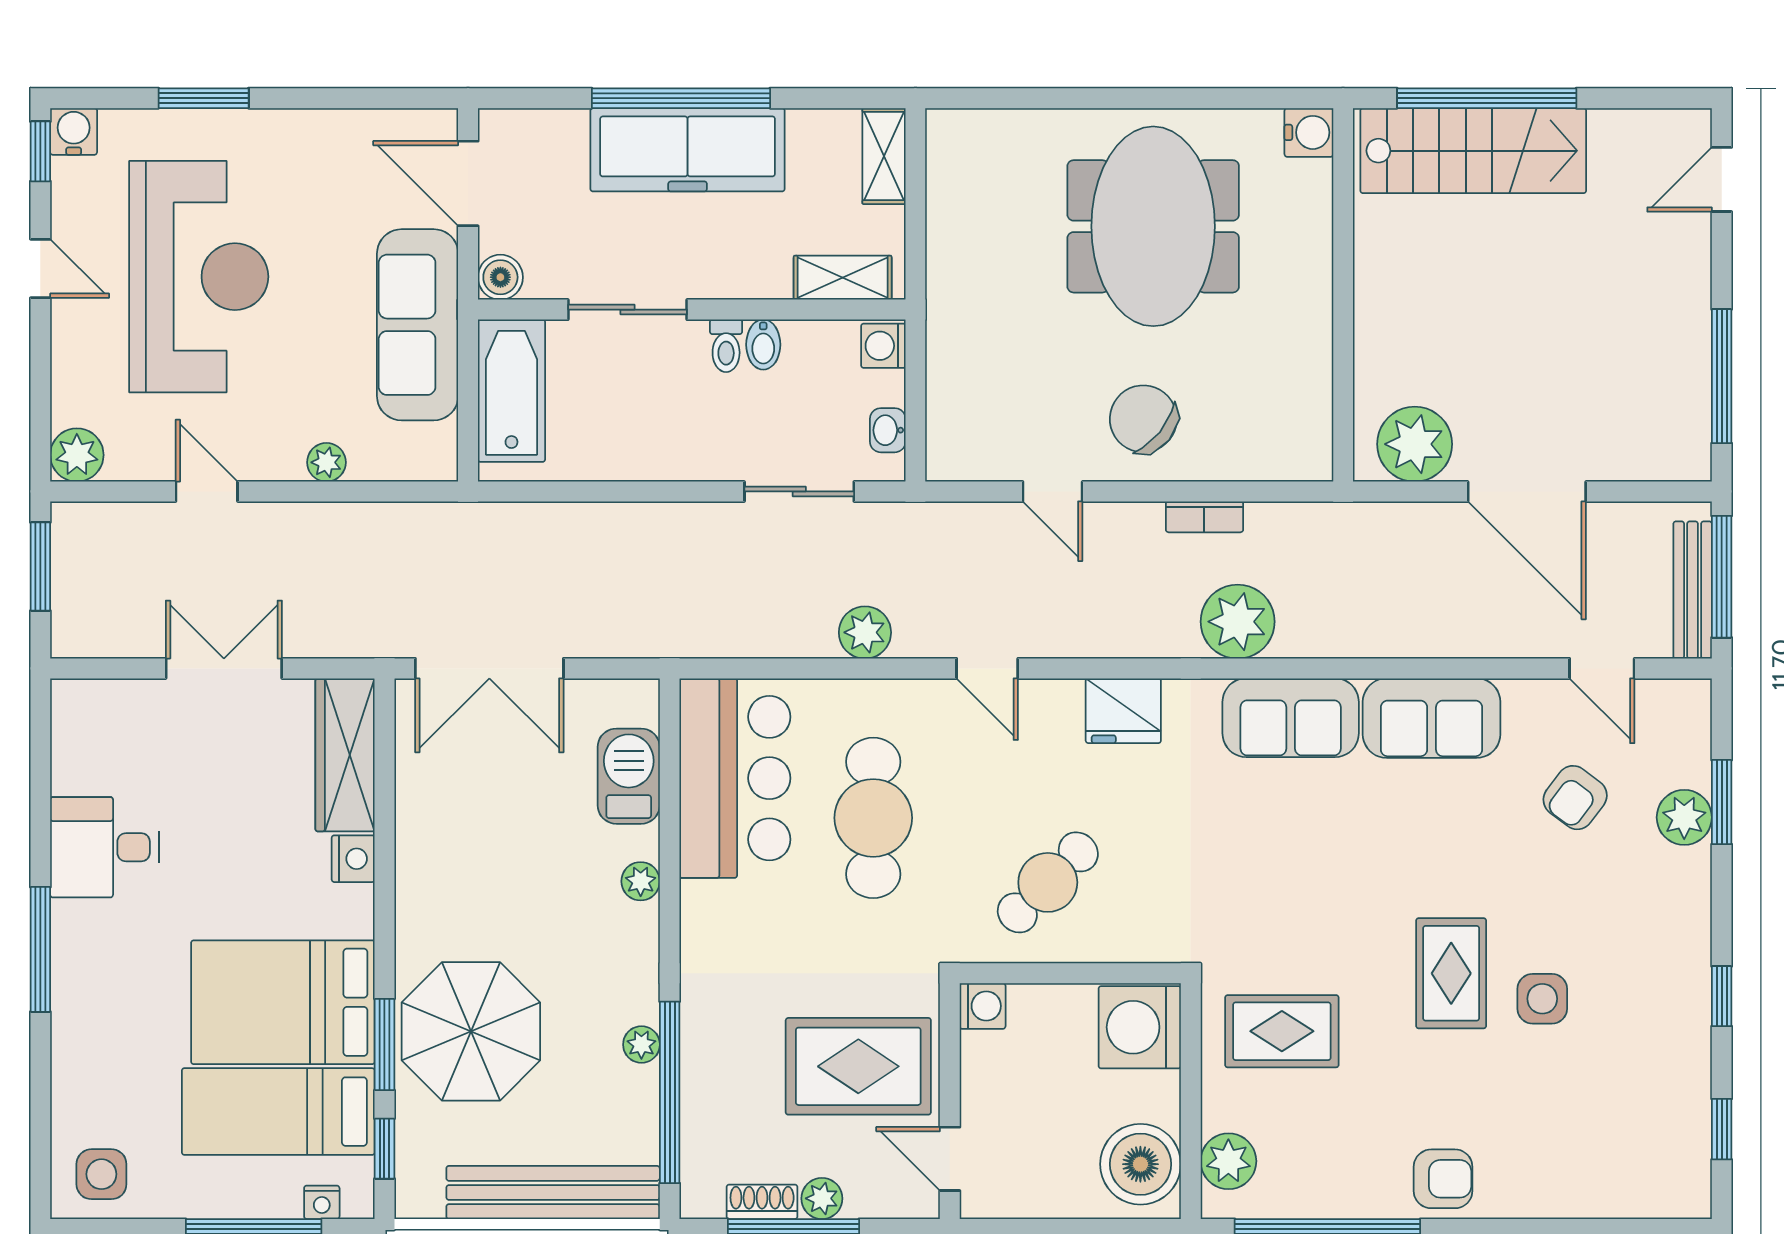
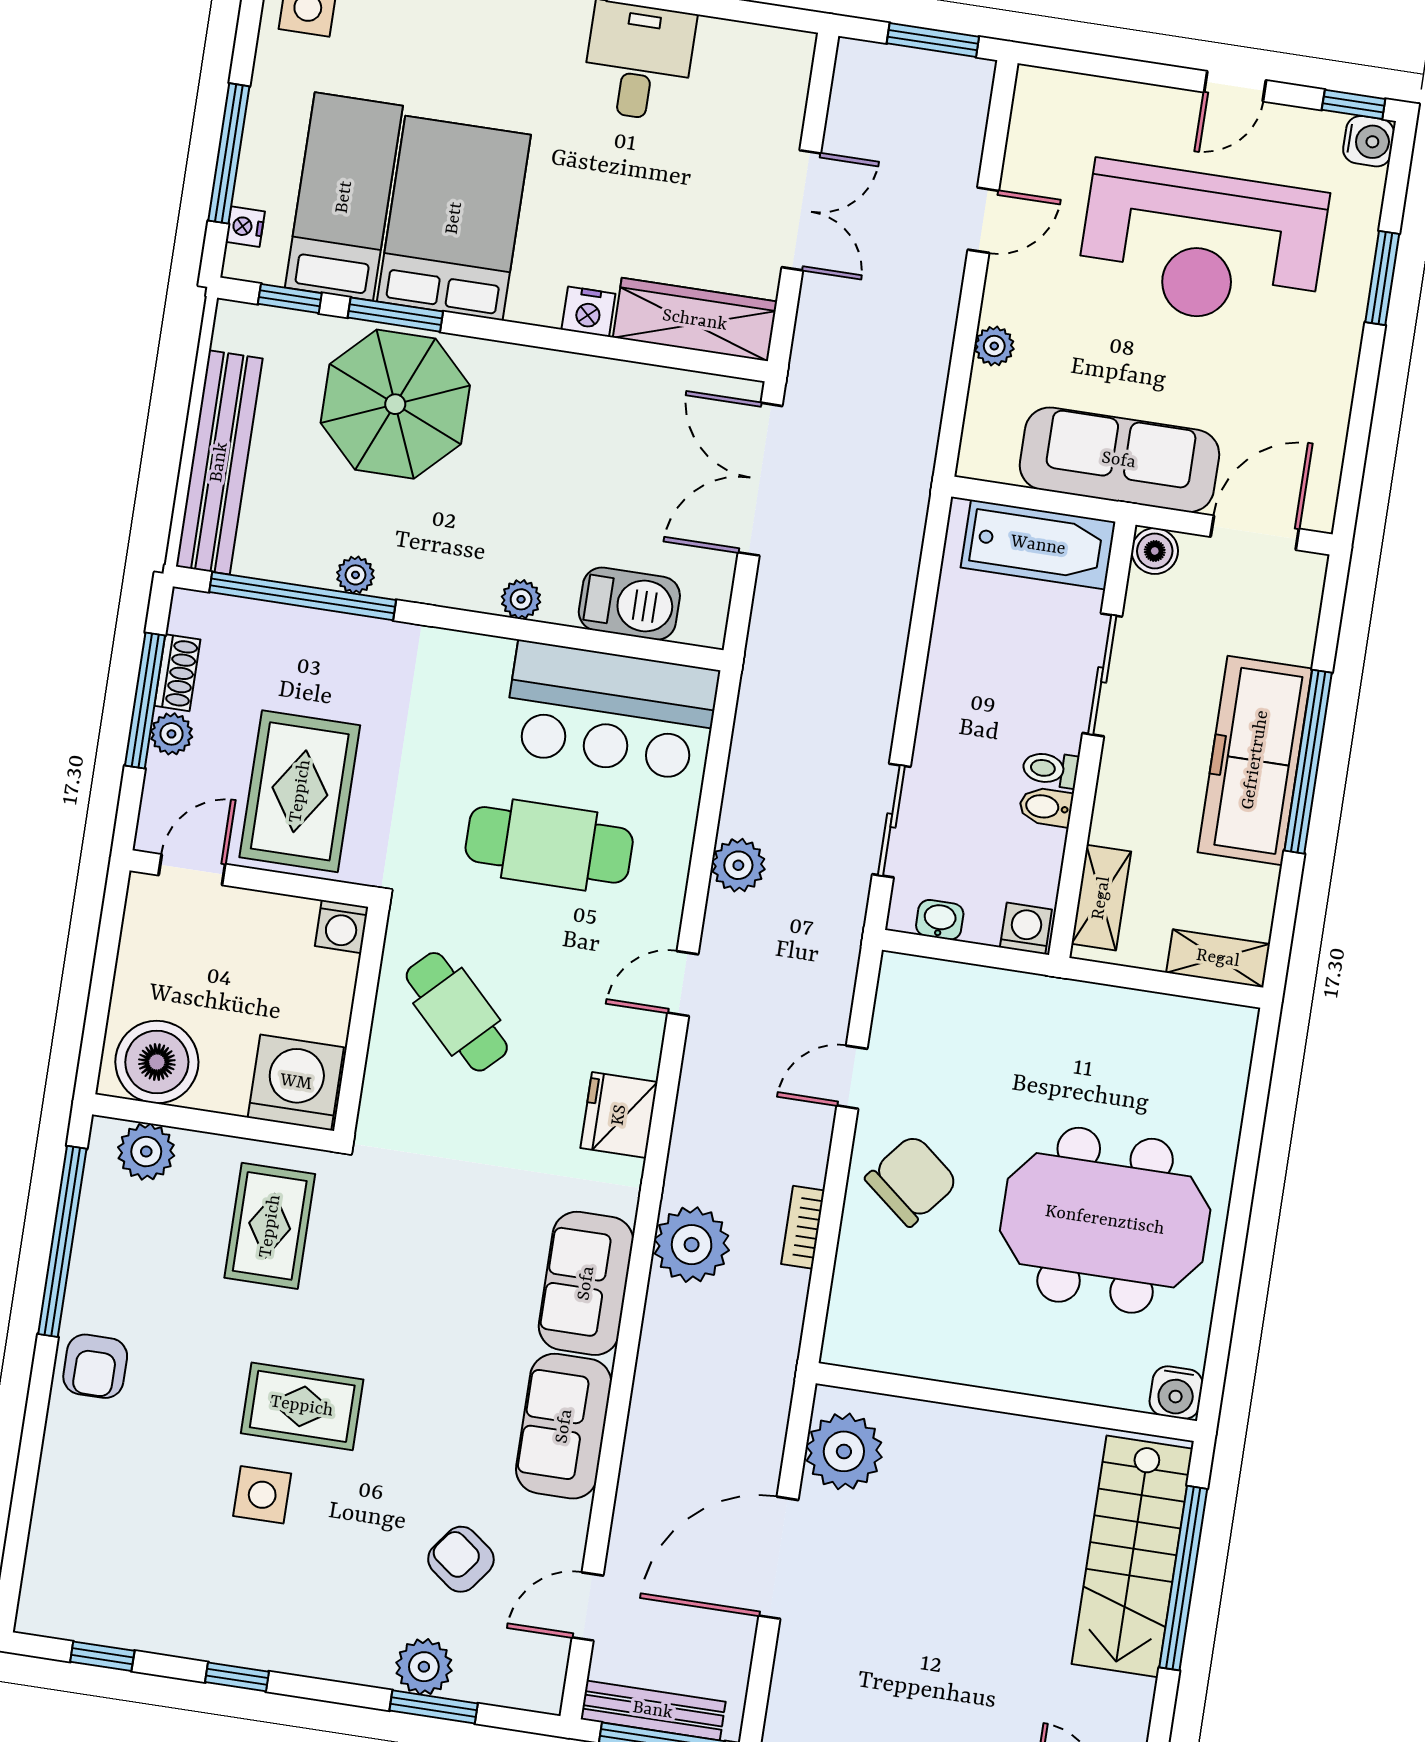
plant: (77, 455) -> (1040, 94), removed

